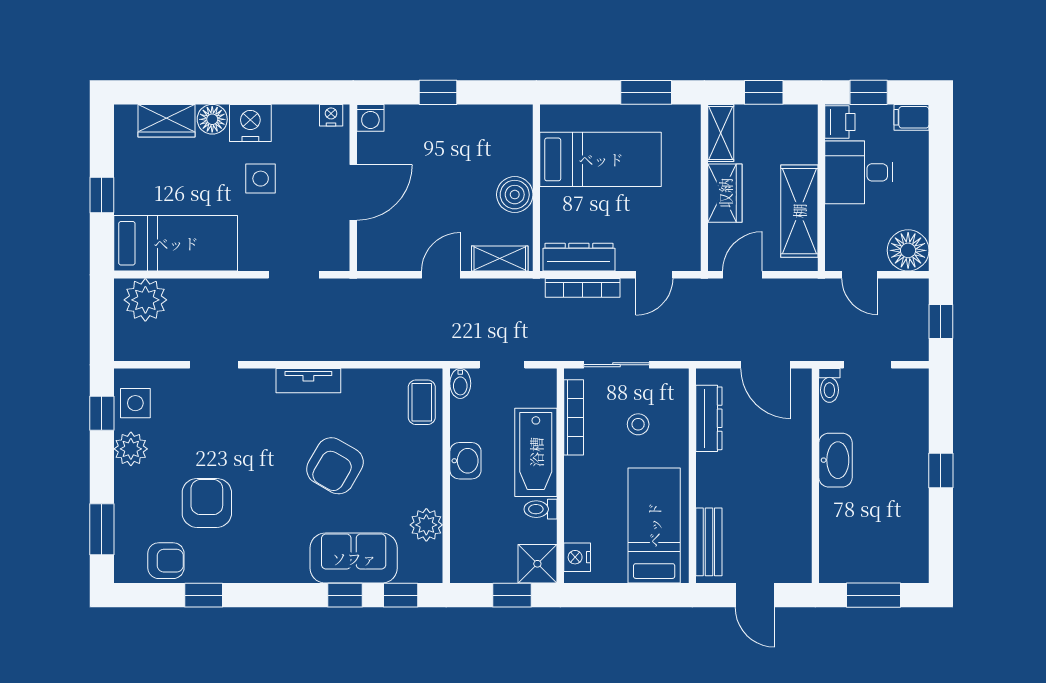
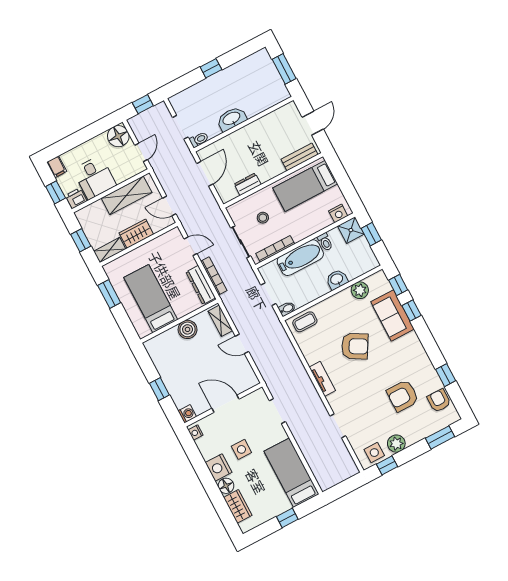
plant: (145, 300) -> (325, 473), removed
dresser: (709, 418) -> (248, 184), width x0.70
washbasin: (465, 461) -> (337, 279), moved

